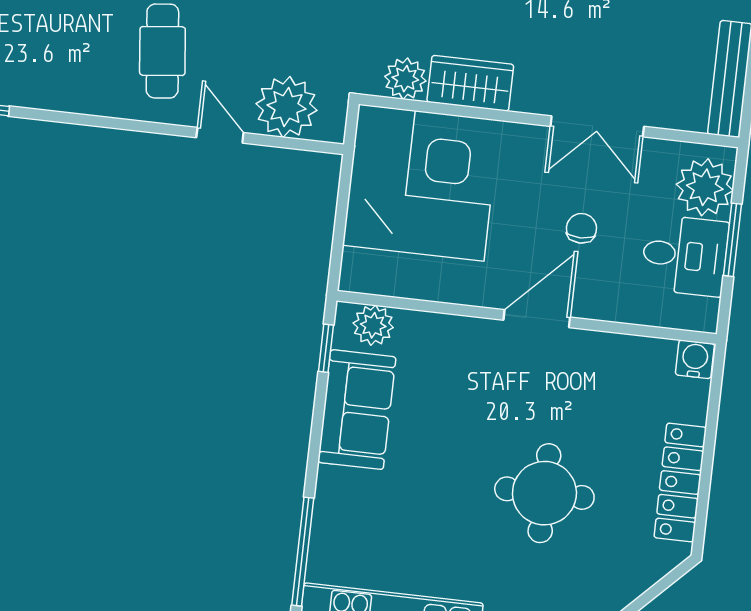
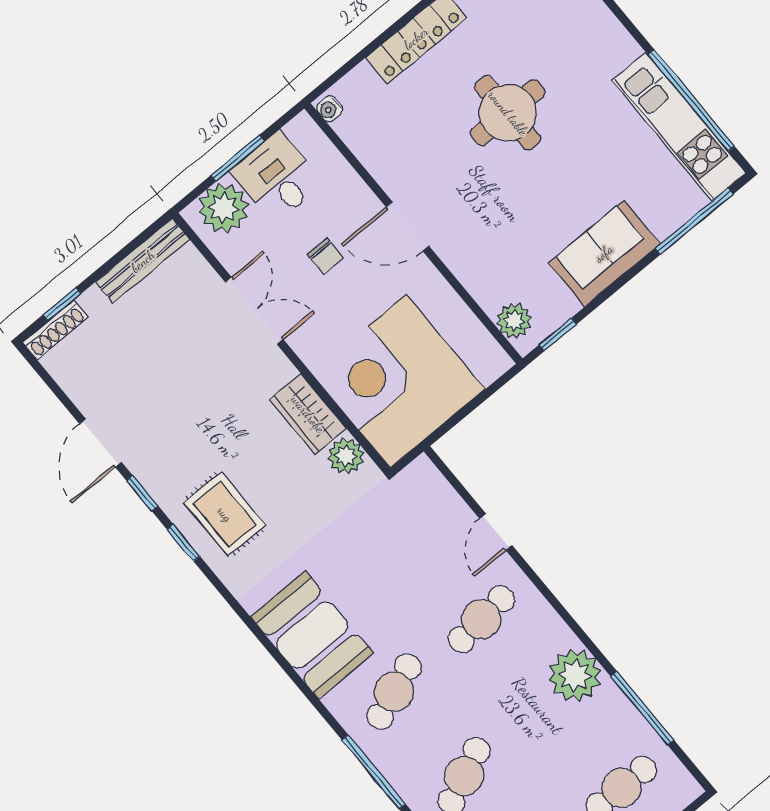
plant: (286, 107) -> (575, 675), moved
chair: (581, 228) -> (325, 256), turned -90
water cooler: (695, 359) -> (330, 109), width x0.72, depth x0.72
sofa: (357, 410) -> (604, 253), moved

